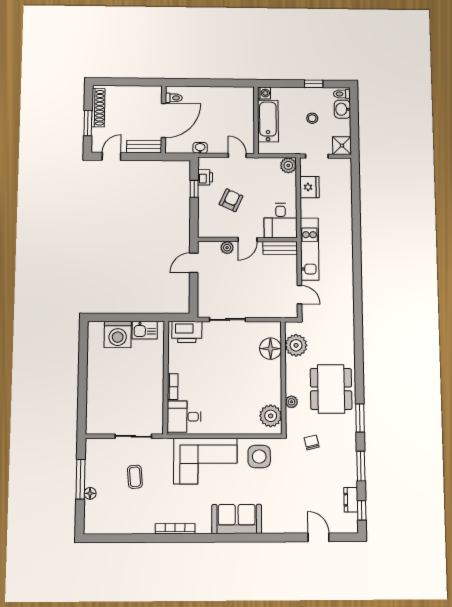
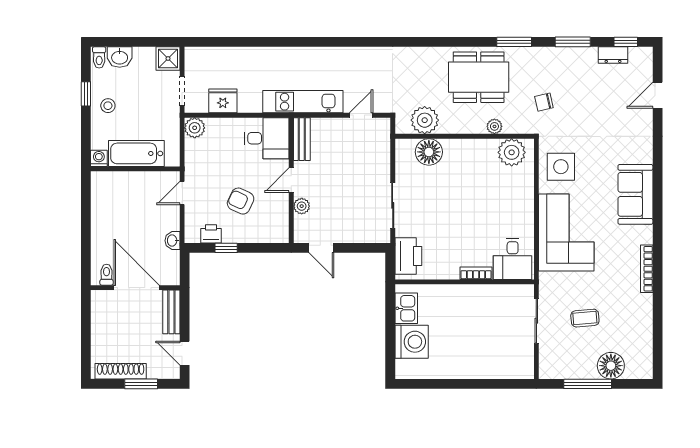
stool: (312, 118) -> (108, 106), moved
door: (248, 240) -> (291, 180), swing flipped
floor lamp: (90, 493) -> (611, 366), width x1.89, depth x1.89

